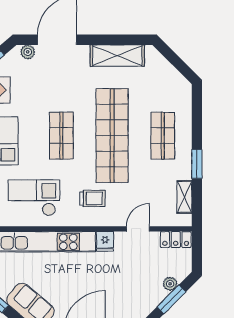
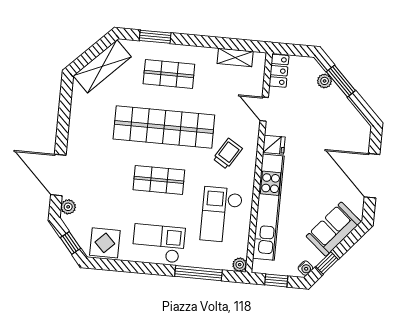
shelving: (117, 56) -> (102, 66), moved, turned 45
window: (197, 164) -> (155, 37), moved
trolley: (92, 198) -> (228, 154), turned 32

